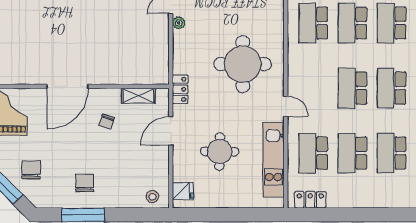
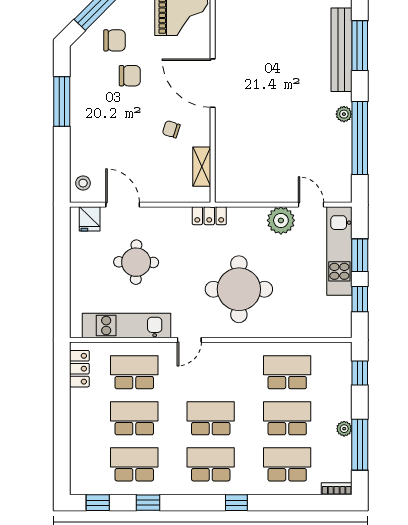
plant: (179, 23) -> (281, 220), width x1.88, depth x1.88
door: (171, 131) -> (123, 205), moved
chair: (85, 183) -> (130, 76), moved

